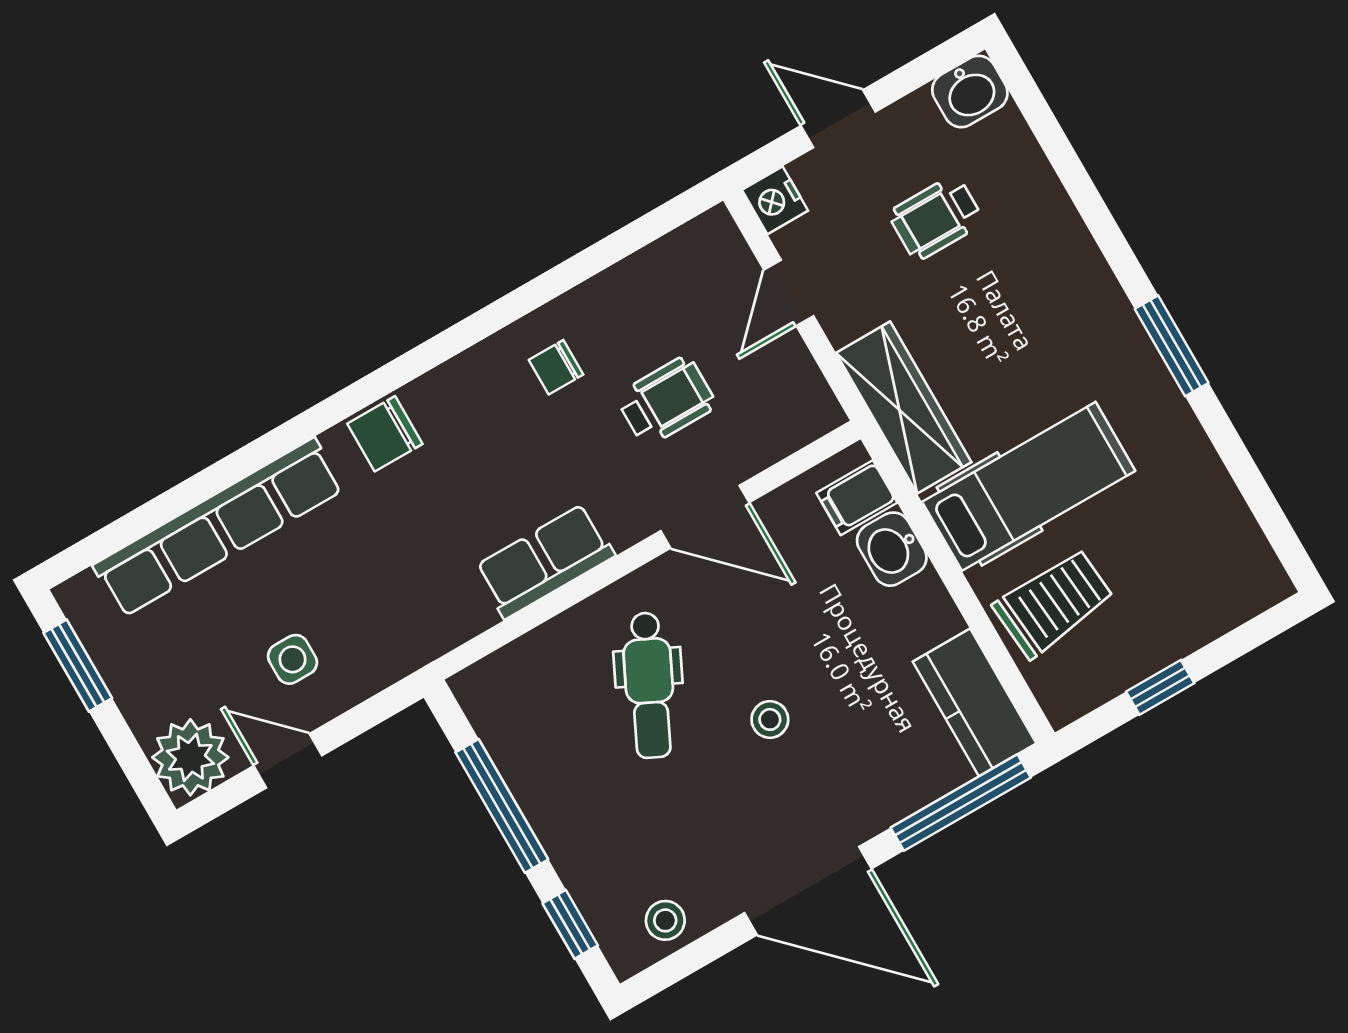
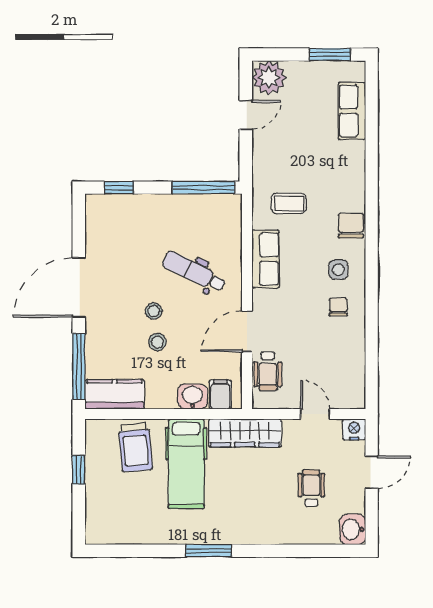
wheelchair: (666, 401) -> (268, 371), moved
row of seats: (218, 527) -> (352, 111), width x0.50
coffee table: (411, 578) -> (289, 203), added
side table: (293, 659) -> (338, 270), moved
window: (502, 806) -> (203, 188), moved
stool: (665, 920) -> (157, 342), moved

